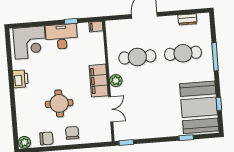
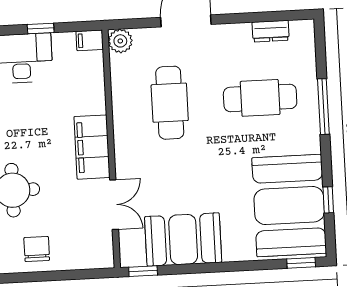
cafe table: (137, 57) -> (170, 103), turned 90
plant: (116, 81) -> (120, 41), moved
booth: (146, 126) -> (183, 239), added
window: (186, 138) -> (301, 263), moved

